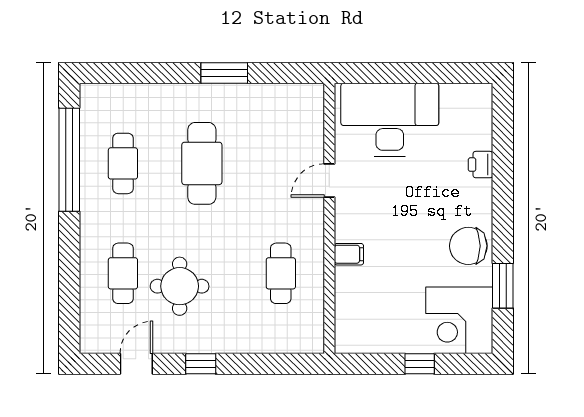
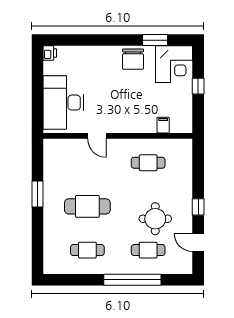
window: (69, 160) -> (132, 280), moved
printer: (480, 165) -> (50, 53), moved, turned -90
filing cabinet: (349, 254) -> (163, 125), moved

